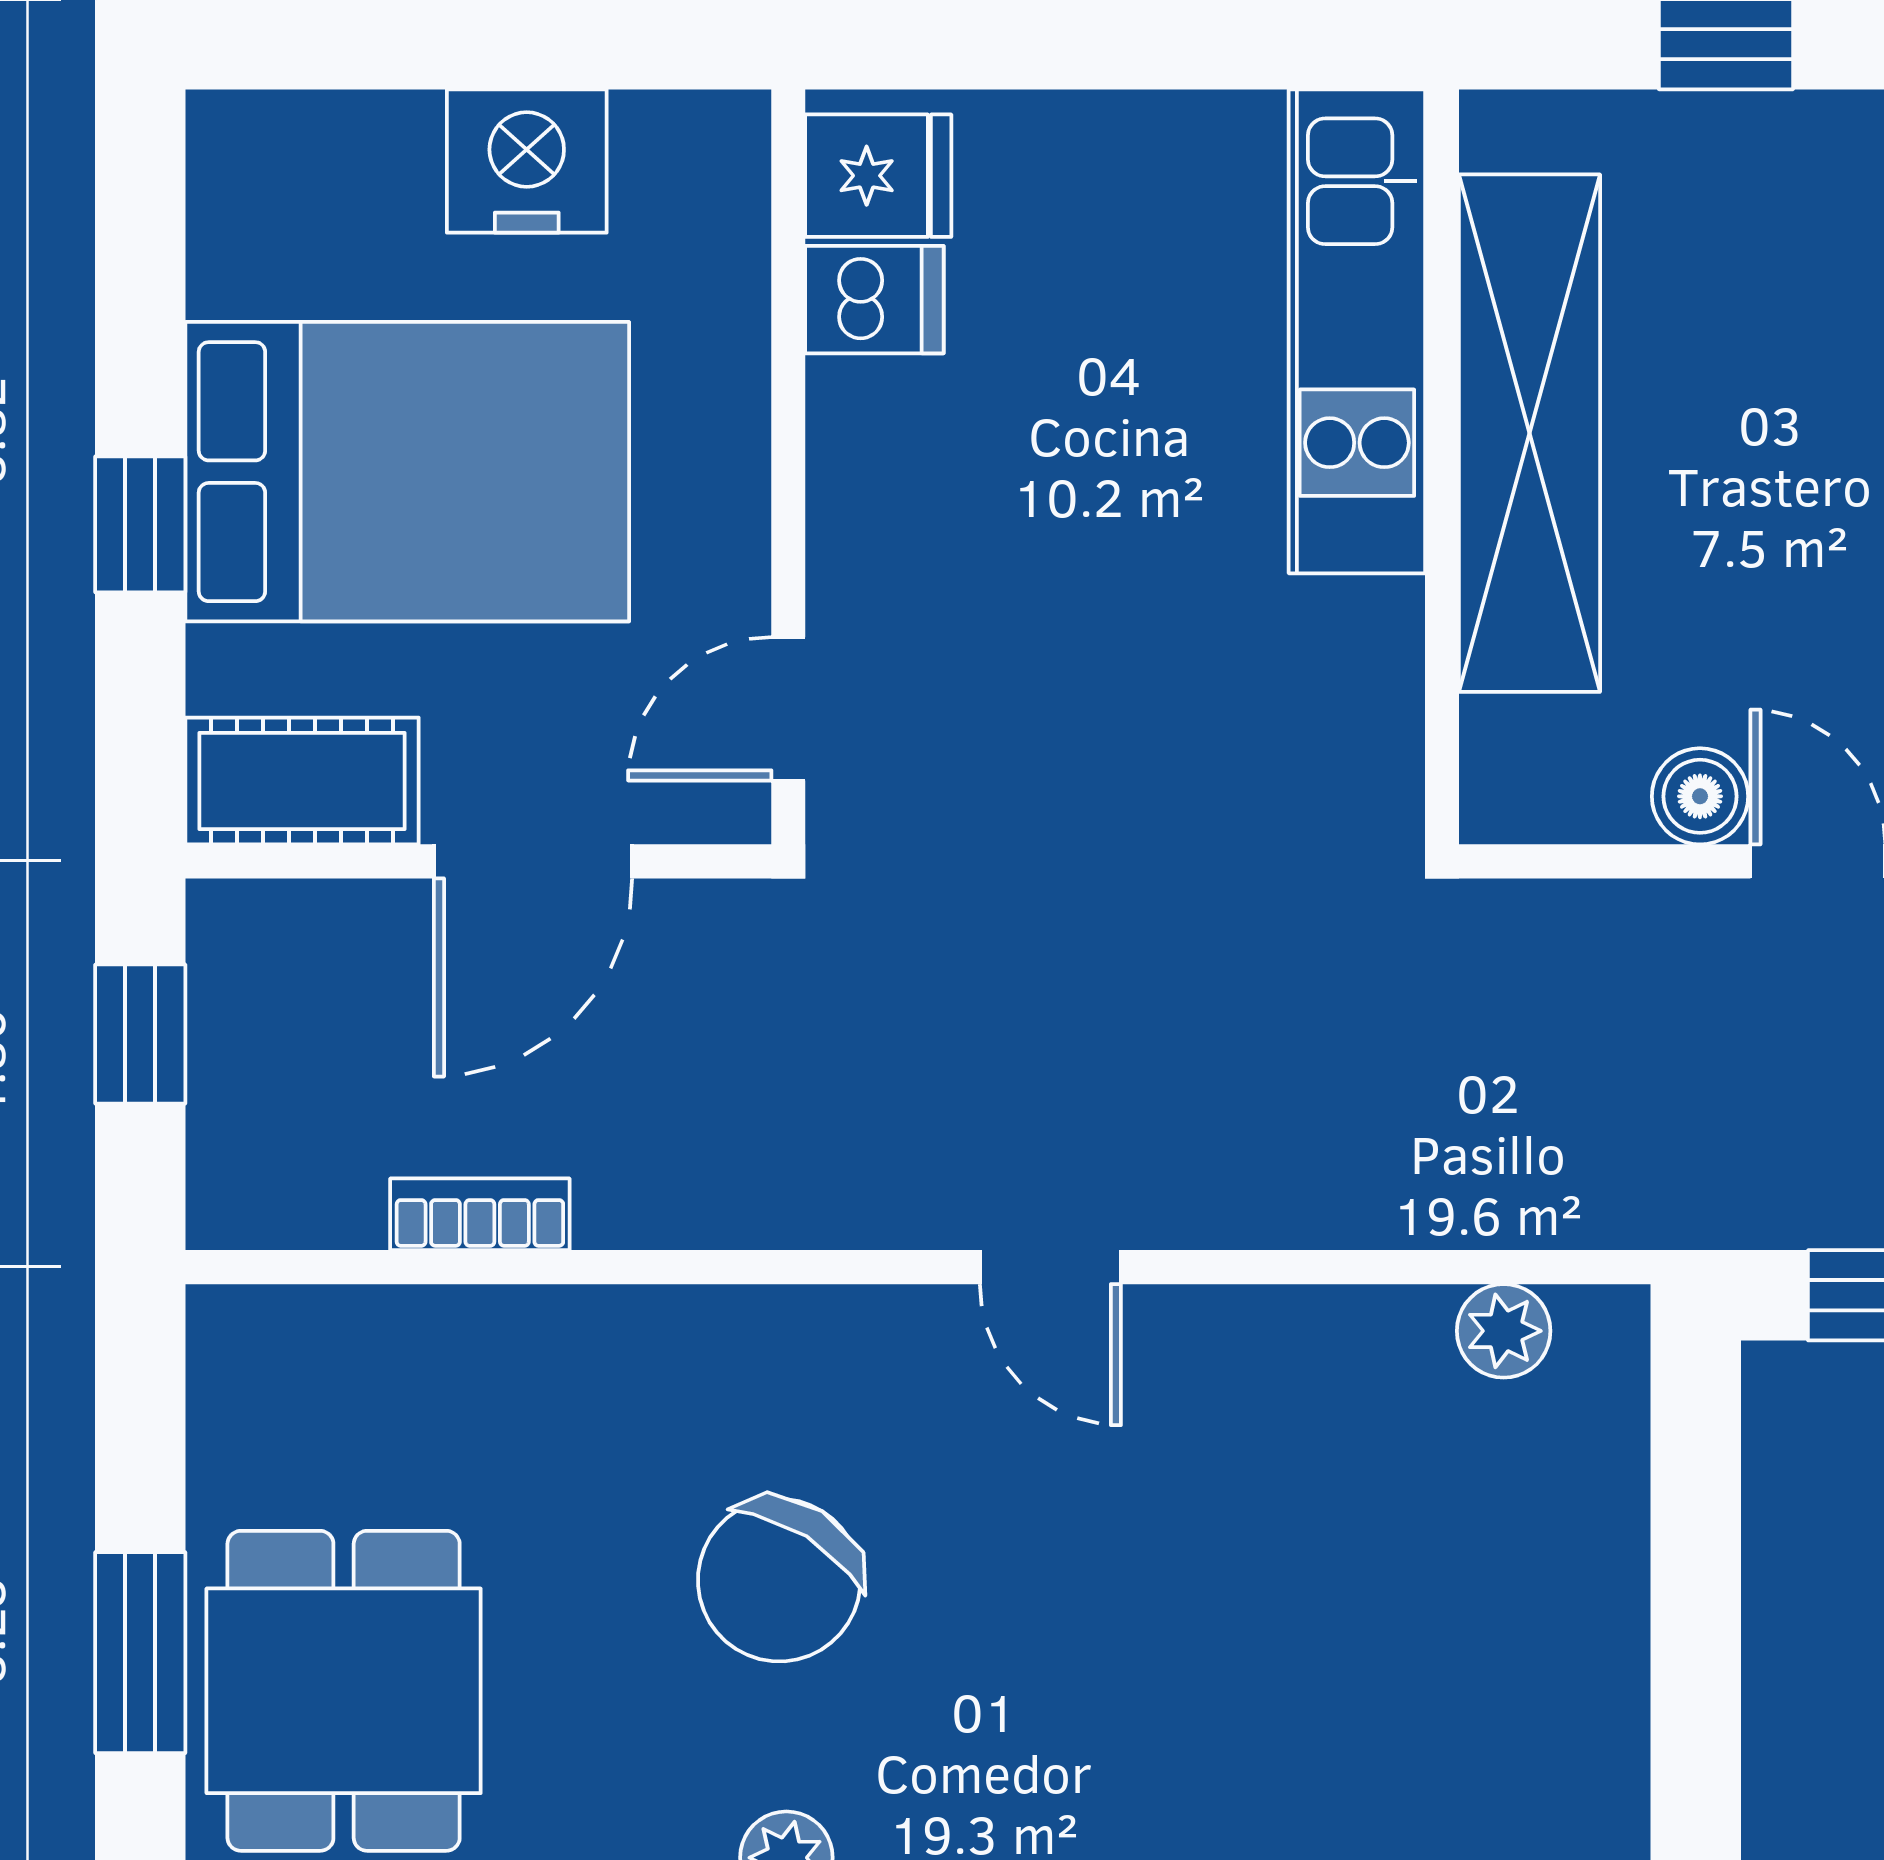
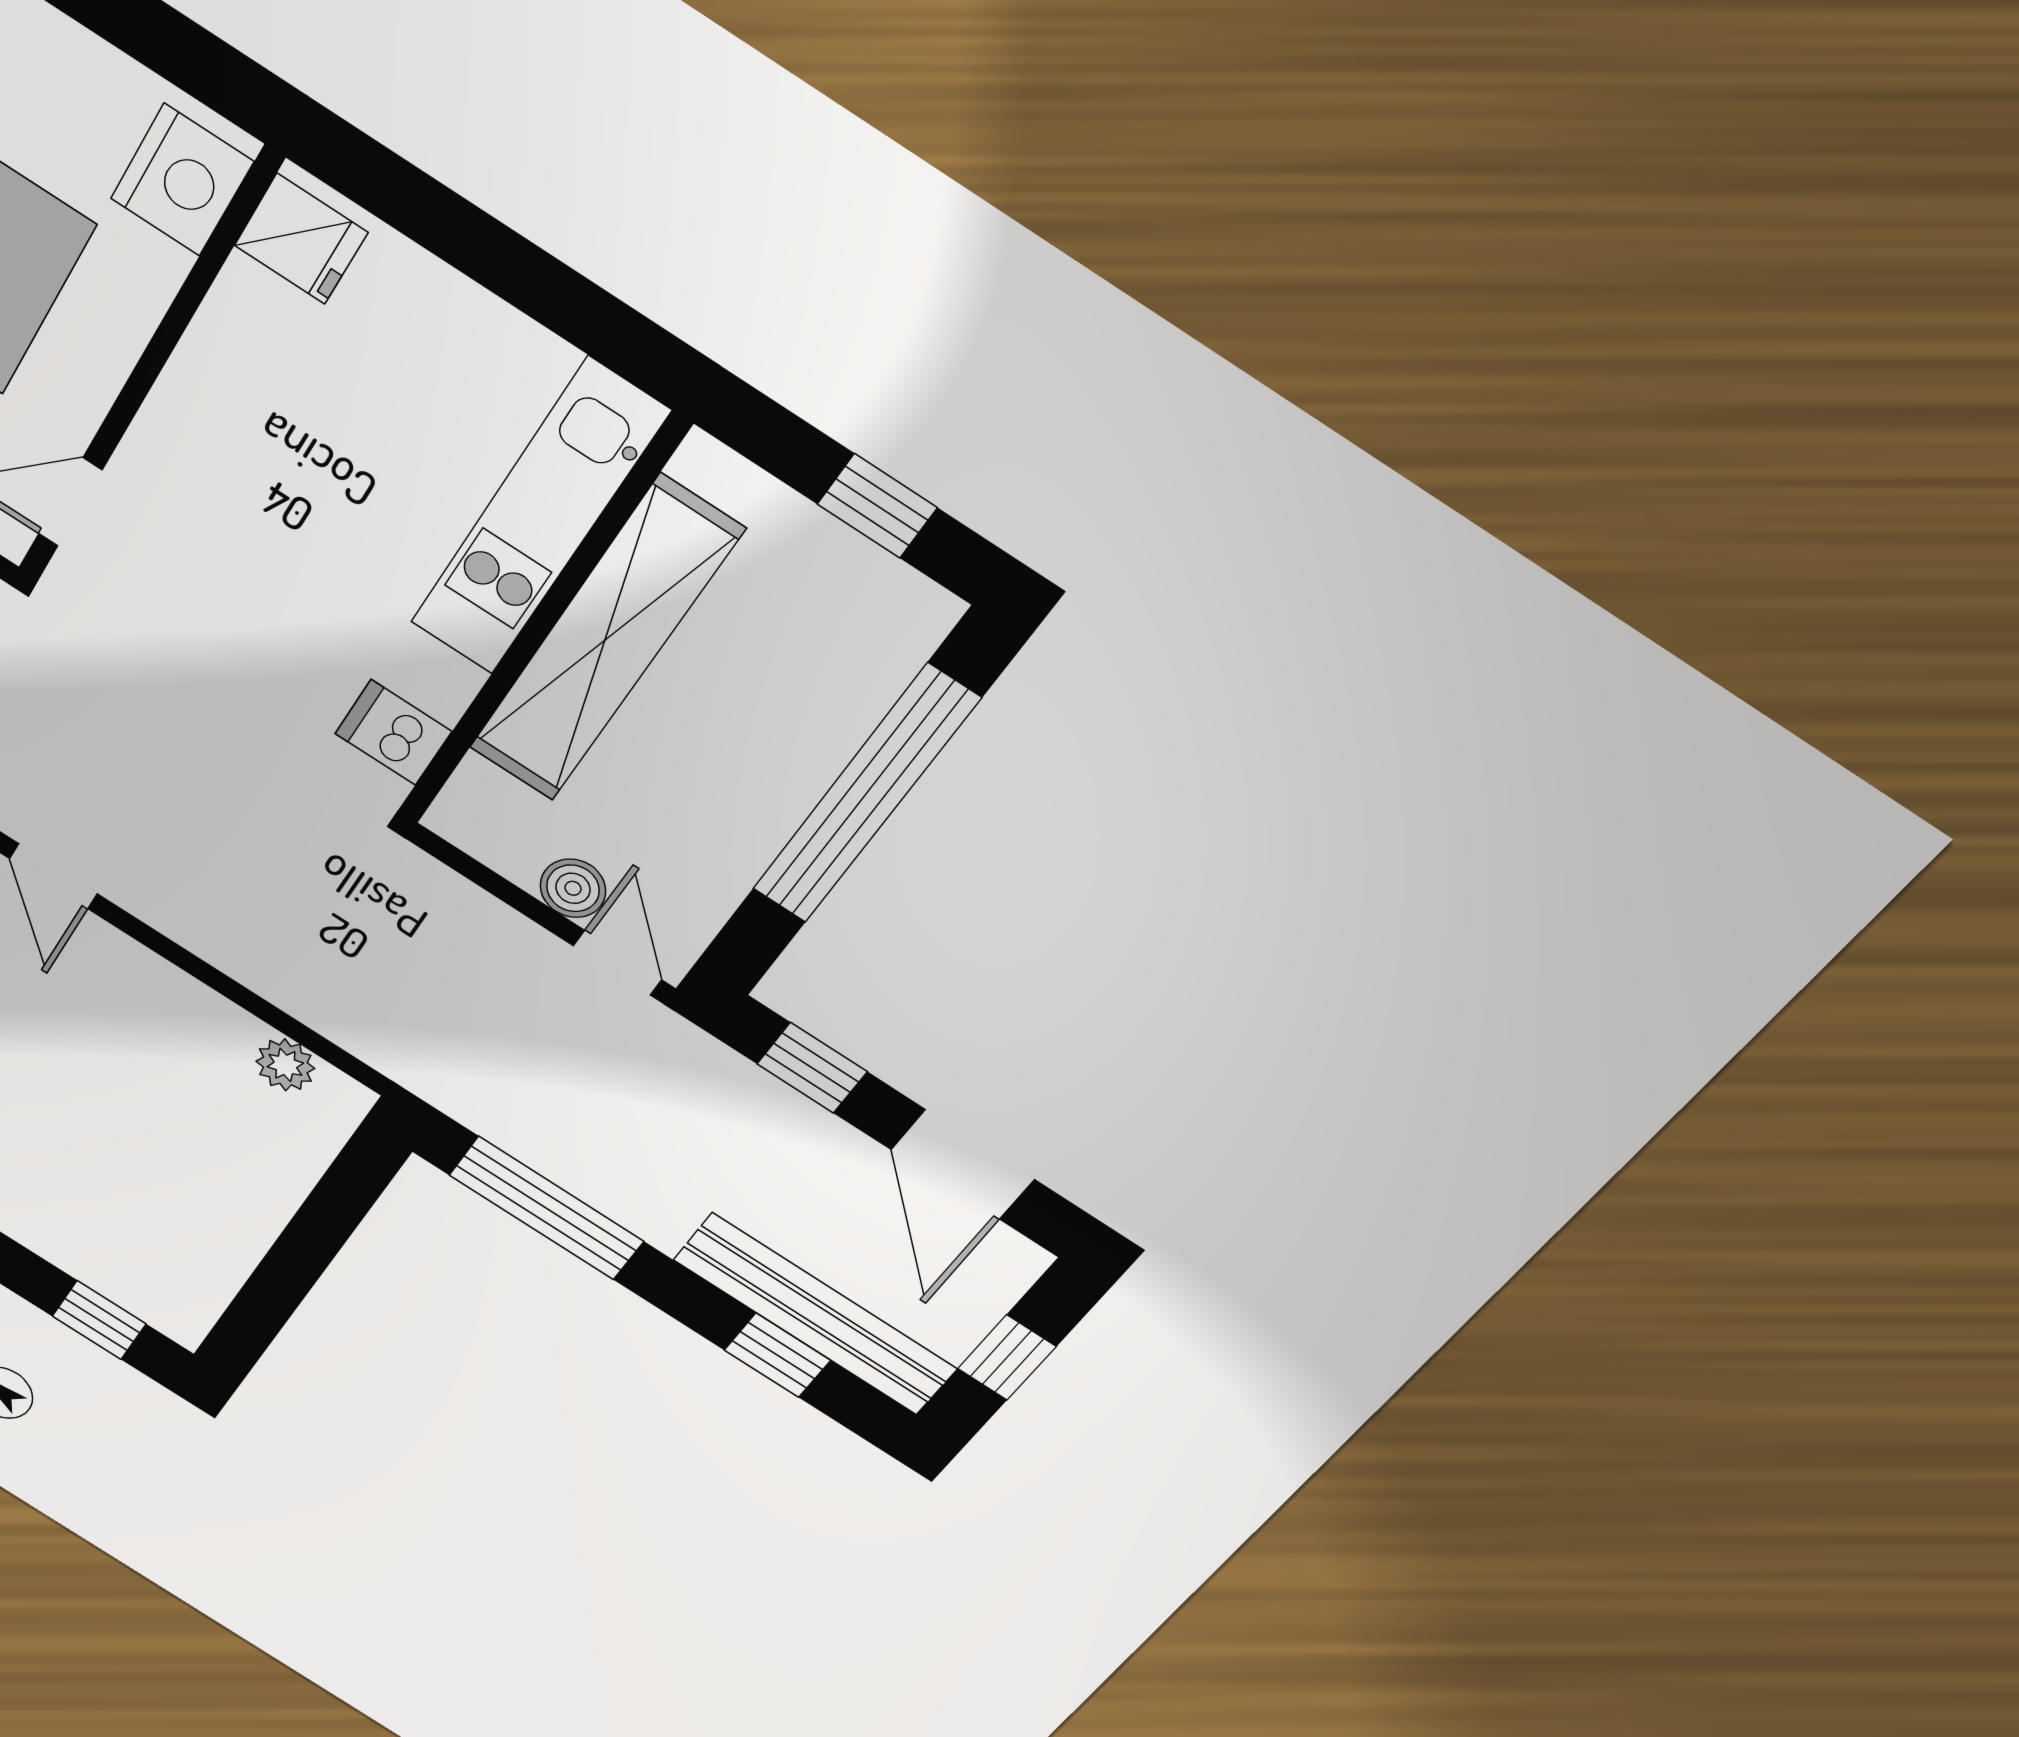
nightstand: (527, 161) -> (182, 180), moved, turned 90
dishwasher: (874, 300) -> (393, 732), moved, turned 180

